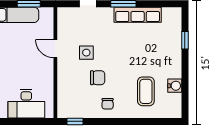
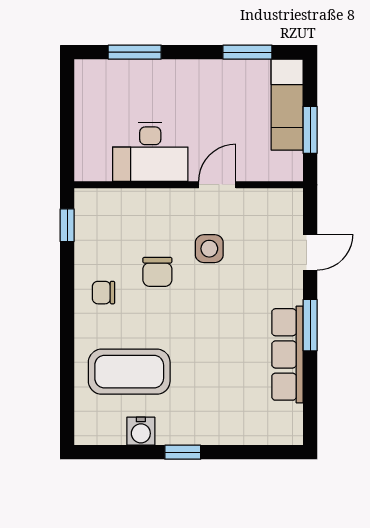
window: (185, 40) -> (183, 452), moved
coffee table: (146, 91) -> (129, 372), width x1.36, depth x1.32
desk: (26, 104) -> (150, 152), moved, turned -90

